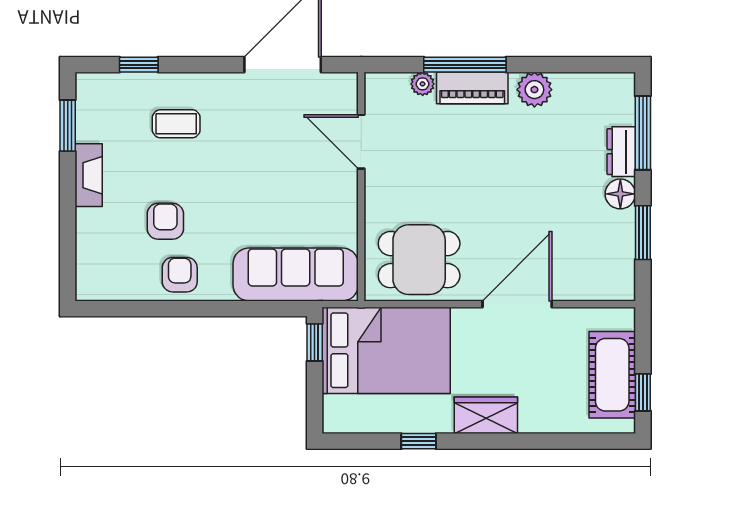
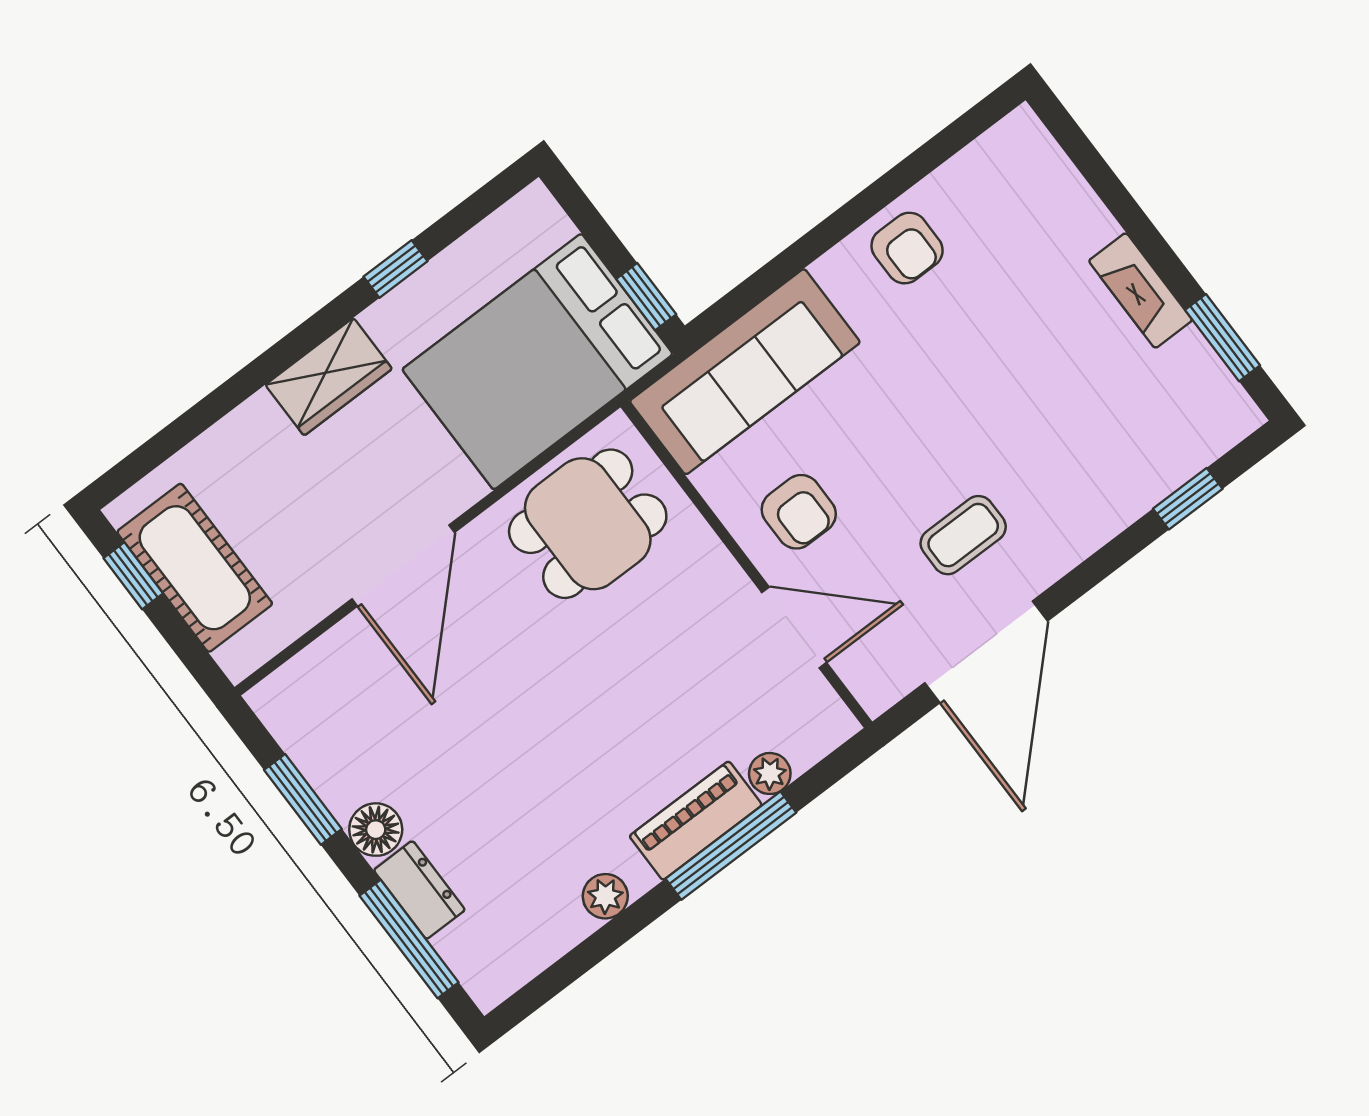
plant: (534, 90) -> (605, 896), width x0.73, depth x0.73
coffee table: (176, 124) -> (963, 535), moved
armchair: (165, 221) -> (799, 512), moved

